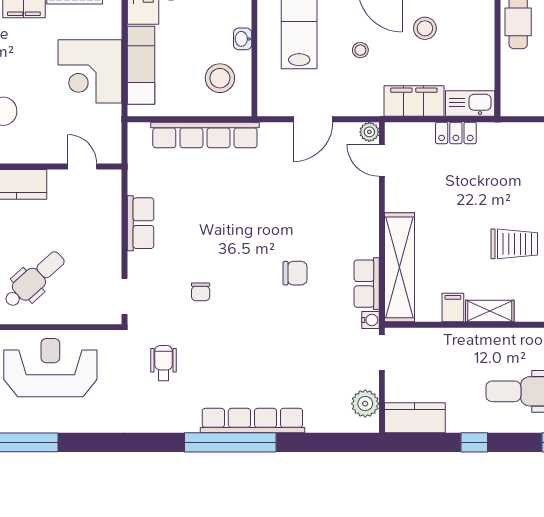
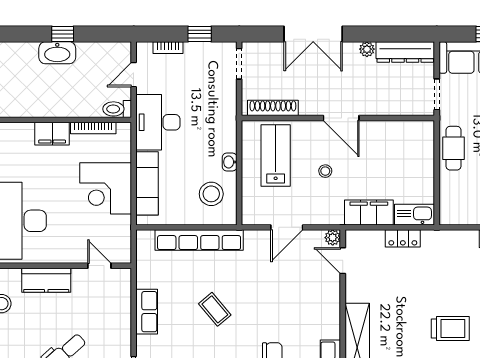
stool: (425, 28) -> (378, 153), removed
coffee table: (224, 220) -> (215, 309), added

